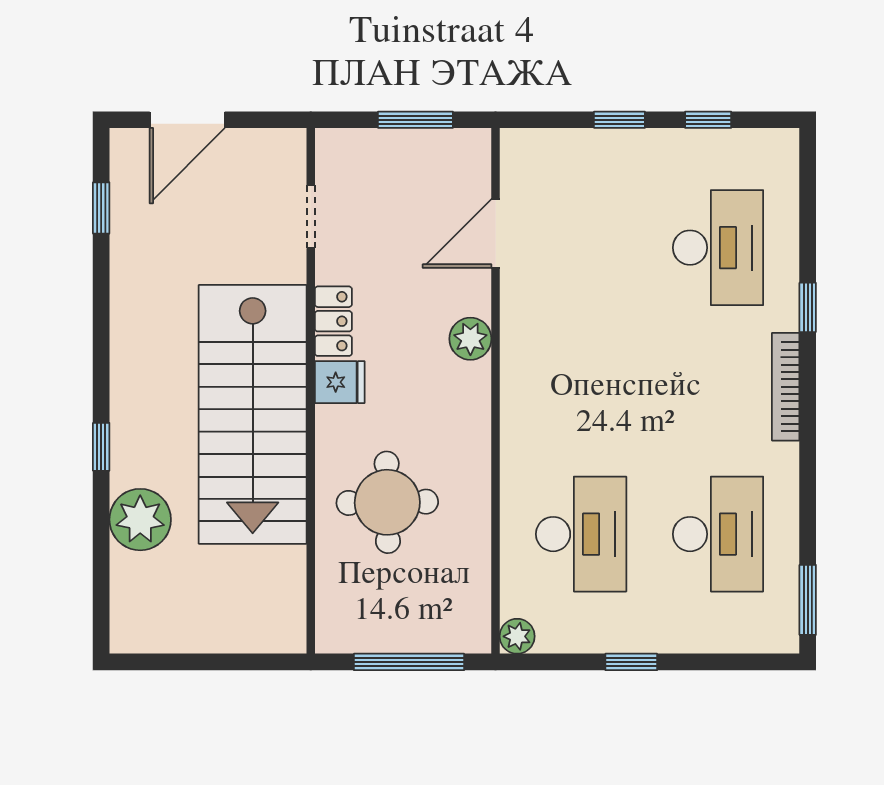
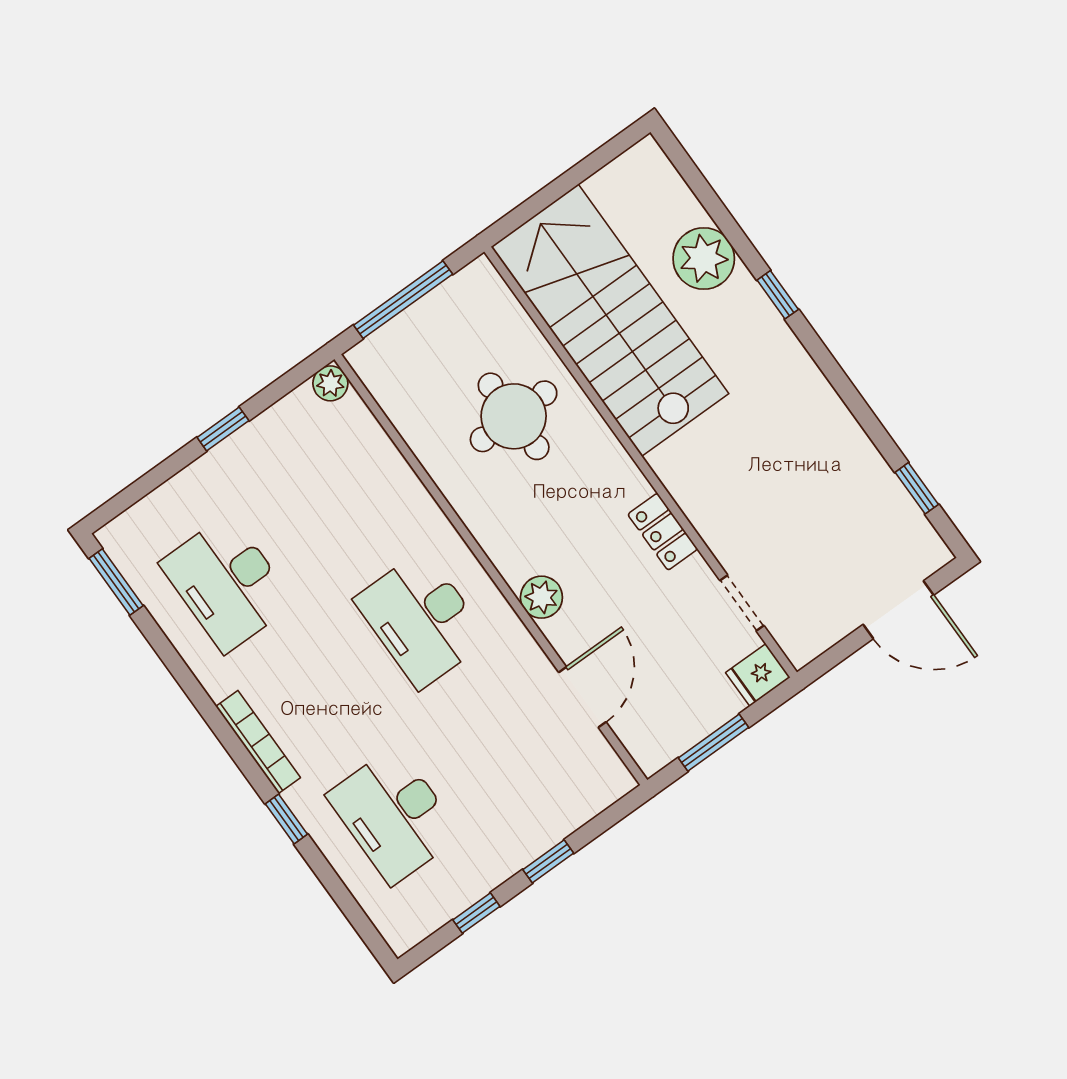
door: (187, 120) -> (898, 610), swing flipped
fridge: (340, 382) -> (758, 675), moved
stairs: (253, 414) -> (610, 320), moved
desk: (581, 534) -> (421, 619), moved

